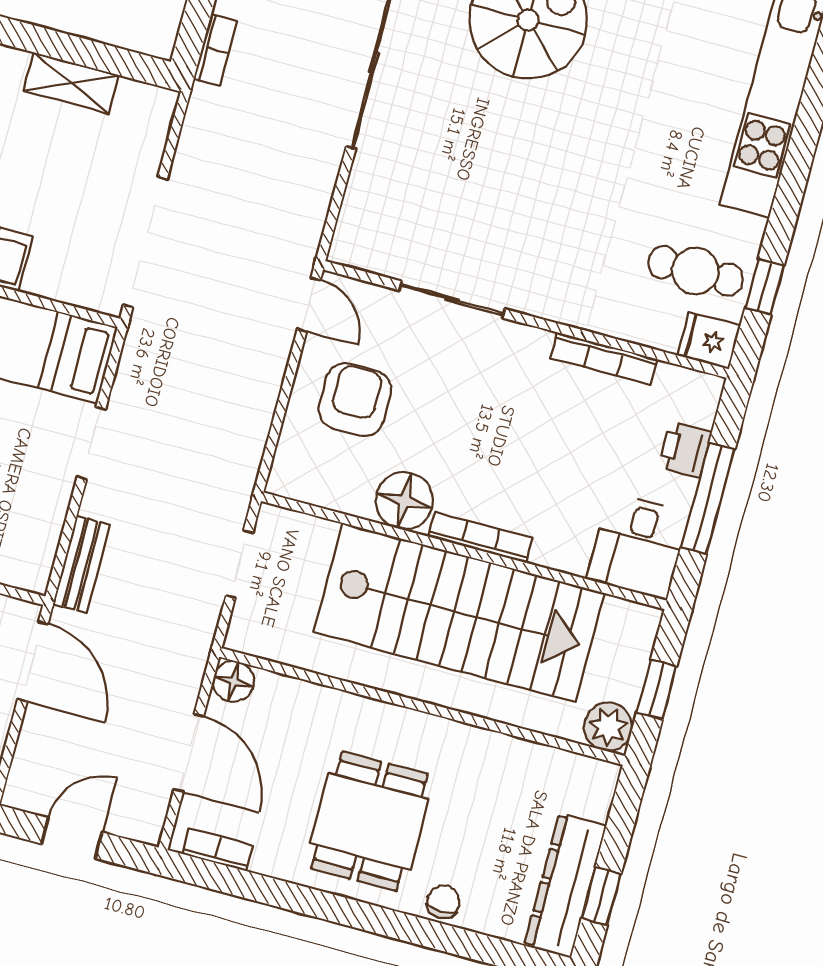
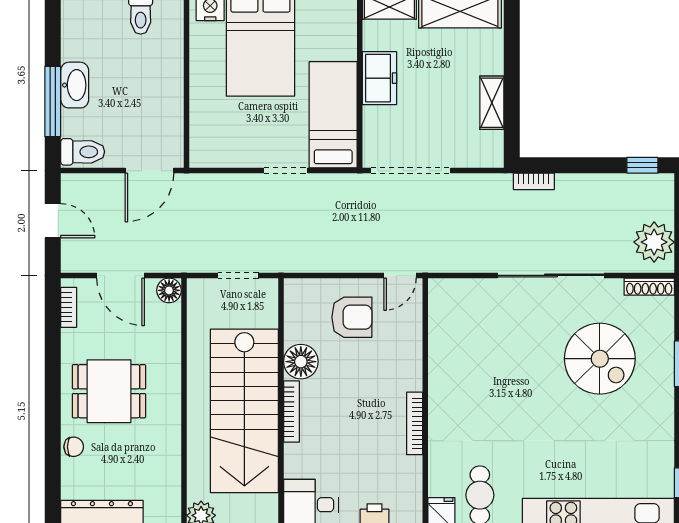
sliding door: (452, 300) -> (425, 358), removed
bookcase: (604, 359) -> (415, 423), moved
bench: (81, 564) -> (213, 184), removed
door: (189, 753) -> (121, 275), hinge flipped

